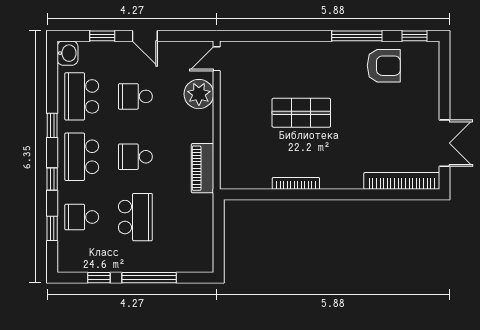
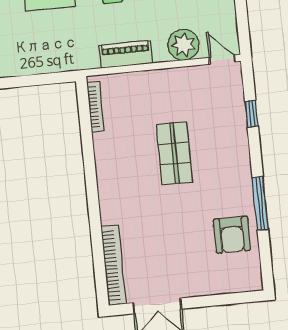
window: (414, 36) -> (251, 114), moved
piano: (203, 168) -> (126, 54), moved
bookcase: (296, 183) -> (95, 107), moved

